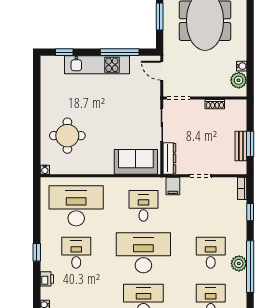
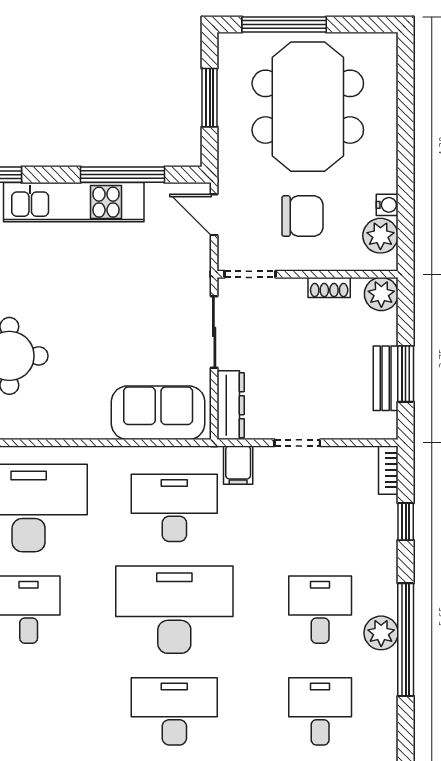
chair: (203, 71) -> (302, 216), added
plant: (239, 107) -> (381, 294), added
desk: (143, 206) -> (174, 508), width x1.37

